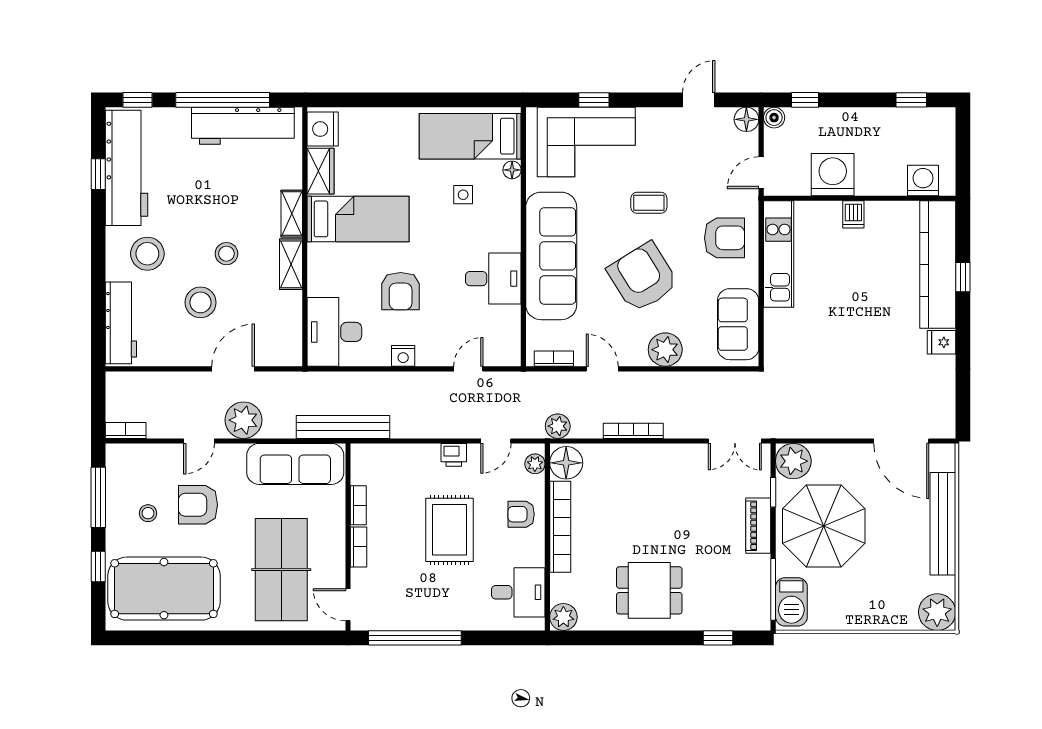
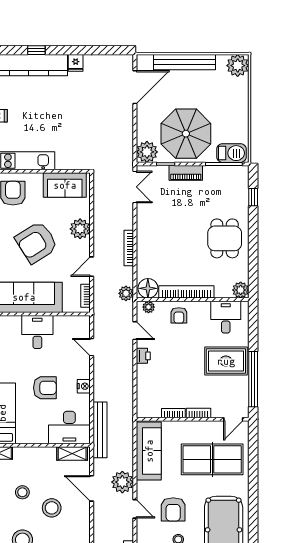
shelving: (291, 264) -> (72, 454), moved
bench: (343, 427) -> (100, 430), moved
rug: (450, 530) -> (226, 361), moved

